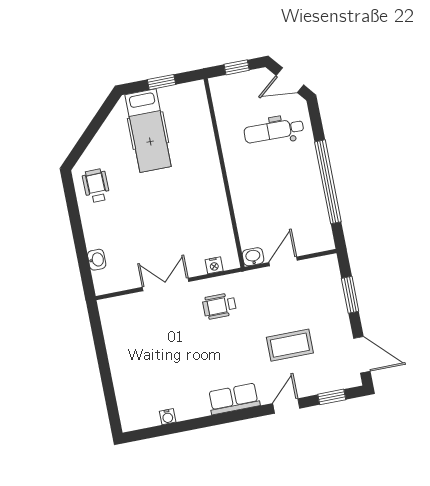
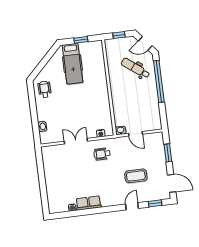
dental chair: (274, 131) -> (135, 68), turned 36
window: (328, 182) -> (159, 81), moved
door: (283, 261) -> (135, 134), swing flipped
row of seats: (234, 399) -> (89, 203), moved

